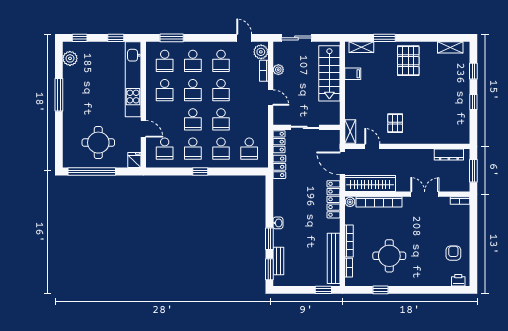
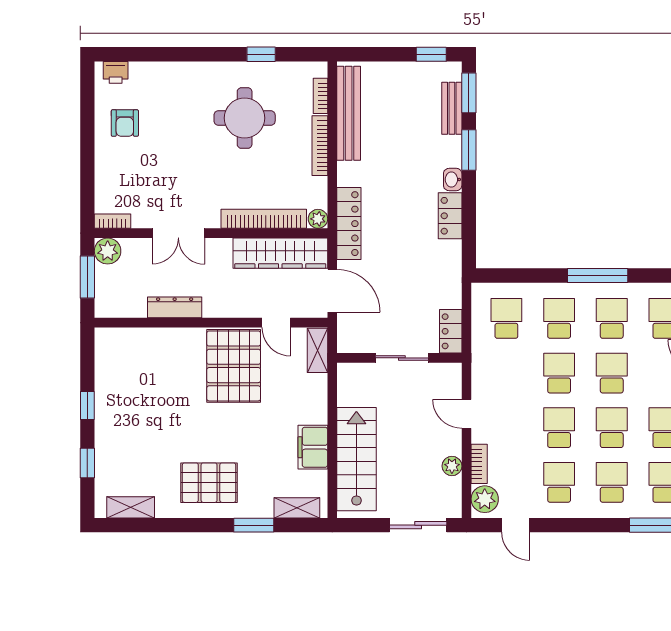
pallet: (408, 61) -> (209, 483), turned 90
filing cabinet: (353, 74) -> (313, 447), width x2.00
pallet: (395, 123) -> (234, 366), width x2.05, depth x2.00
dresser: (449, 154) -> (175, 307), moved
locker: (279, 167) -> (450, 216), moved
window: (200, 172) -> (598, 276), width x2.17
plant: (463, 185) -> (108, 251), added
window: (323, 290) -> (431, 54), moved

